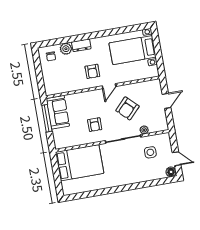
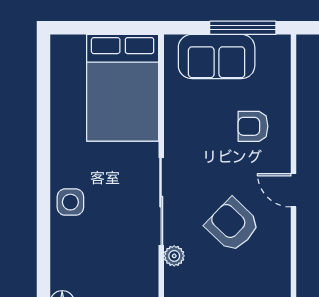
sofa: (58, 112) -> (217, 56), moved
armchair: (95, 125) -> (253, 126), moved
side table: (150, 152) -> (70, 202), moved

